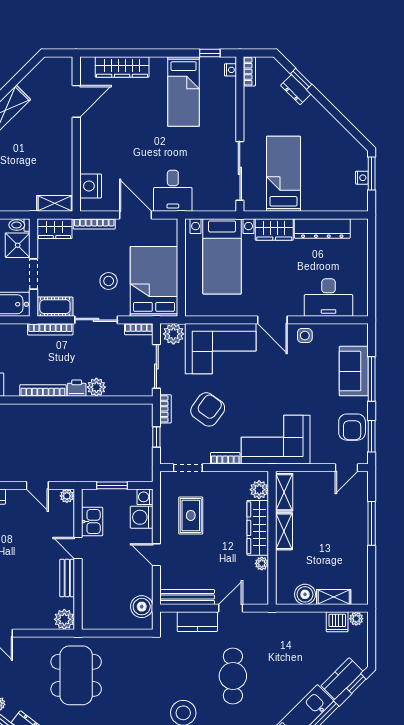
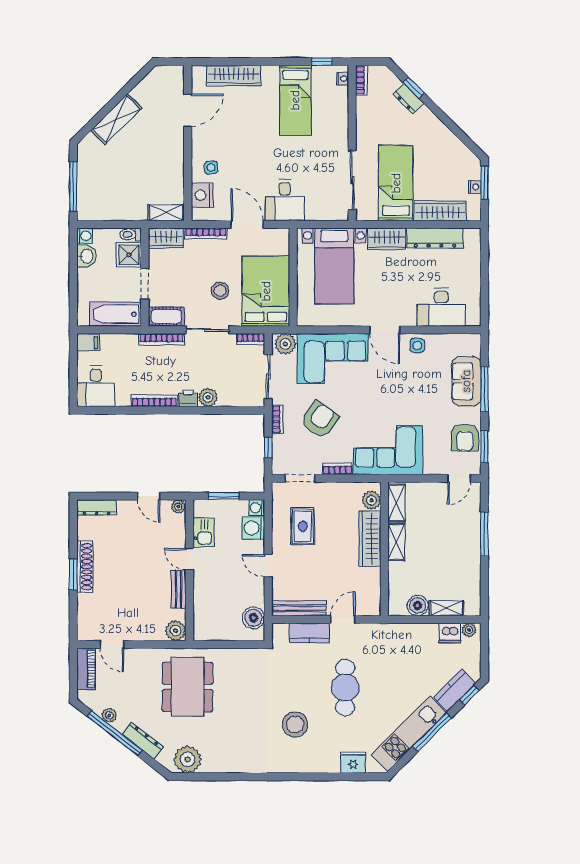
side table: (99, 158) -> (211, 167), added
wardrobe: (328, 201) -> (440, 211), added
plant: (262, 563) -> (374, 575), removed

